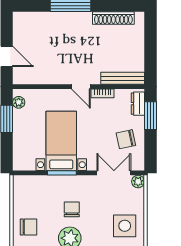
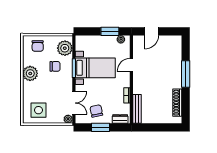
door: (81, 87) -> (131, 65), moved
window: (151, 116) -> (100, 127), moved
plant: (32, 186) -> (65, 48), added
chair: (72, 209) -> (55, 66), moved

